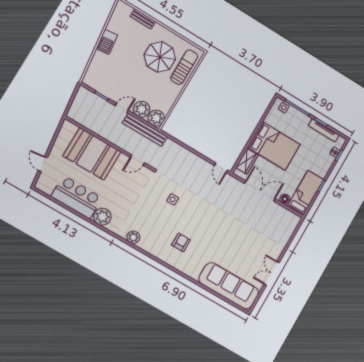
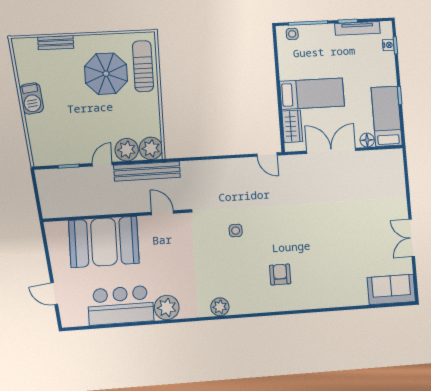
bed: (274, 146) -> (312, 94), width x0.67
door: (137, 160) -> (162, 213), swing flipped
sofa: (229, 286) -> (391, 289), width x0.54, depth x0.79

